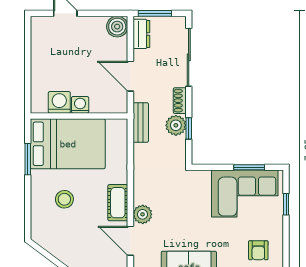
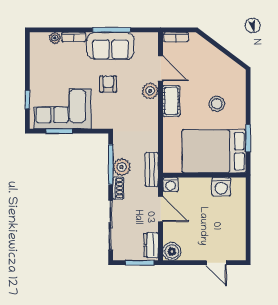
washing machine: (80, 105) -> (171, 185), moved
window: (189, 128) -> (111, 164), width x2.17
armchair: (258, 250) -> (108, 84), moved

